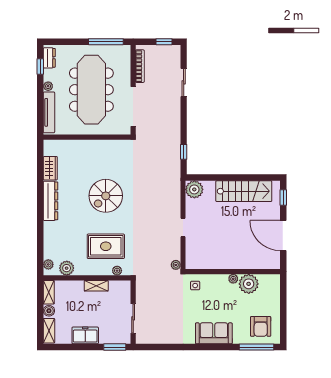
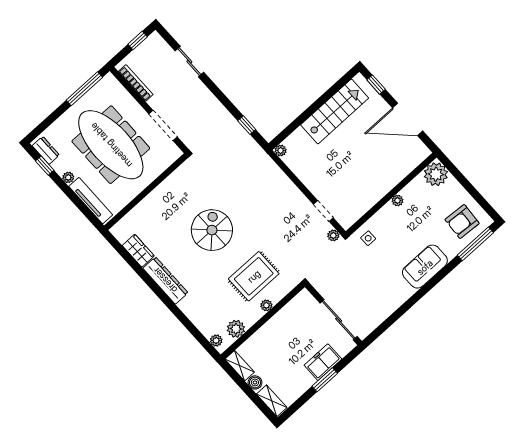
doorway: (133, 106) -> (163, 125), width x0.73
plant: (194, 189) -> (281, 151), width x0.53, depth x0.53
spiral stairs: (106, 196) -> (212, 230), turned 180
doorway: (183, 228) -> (323, 211), moved
plant: (117, 271) -> (266, 305), moved
plant: (249, 284) -> (436, 174), moved
shelving: (96, 286) -> (278, 320), removed
sliding door: (133, 318) -> (339, 320), width x1.37
armchair: (261, 326) -> (462, 221), turned 94
freezer: (85, 335) -> (323, 362), moved
window: (115, 347) -> (325, 380), moved

